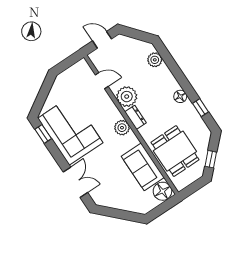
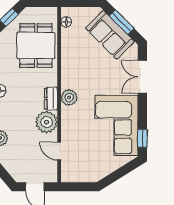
sofa: (143, 167) -> (110, 35), moved, turned 135
floor lamp: (162, 191) -> (66, 22), width x0.53, depth x0.53
window: (120, 214) -> (122, 22), added

